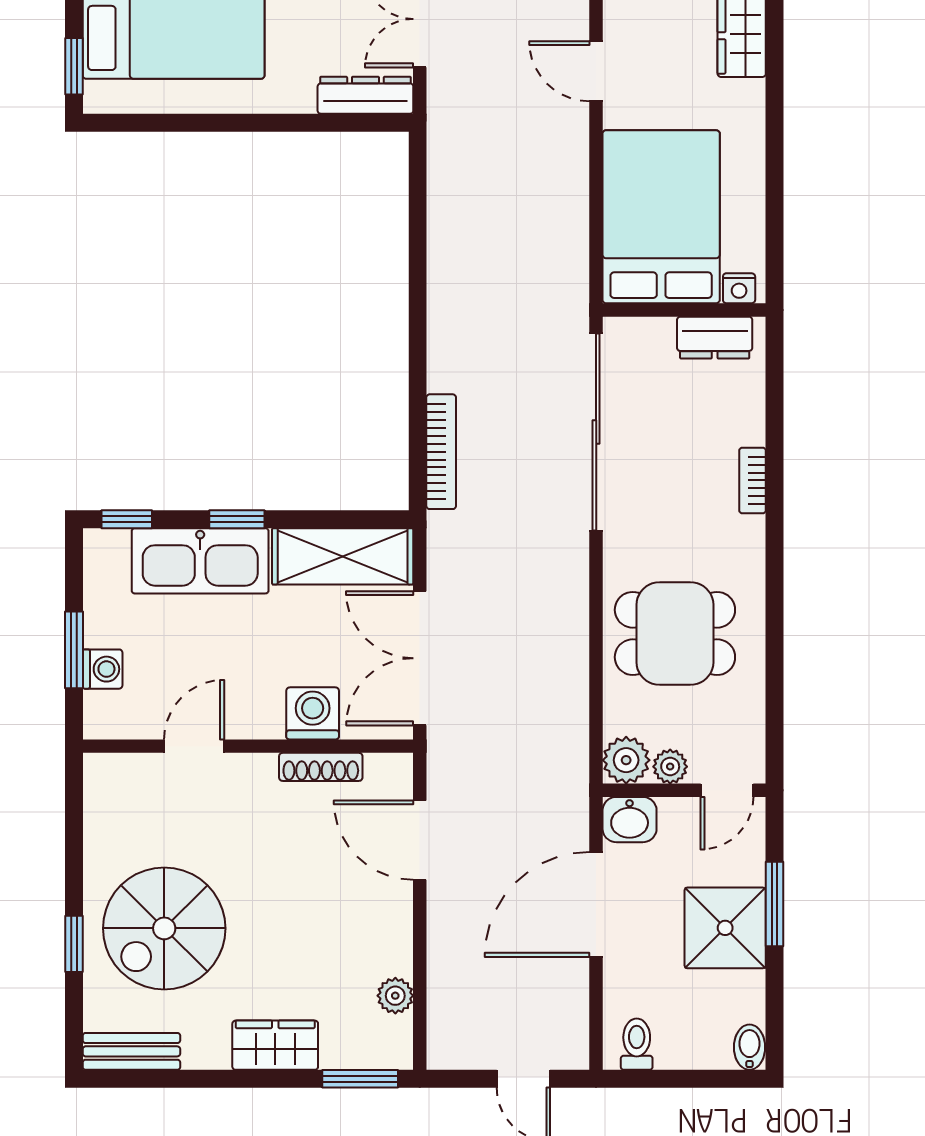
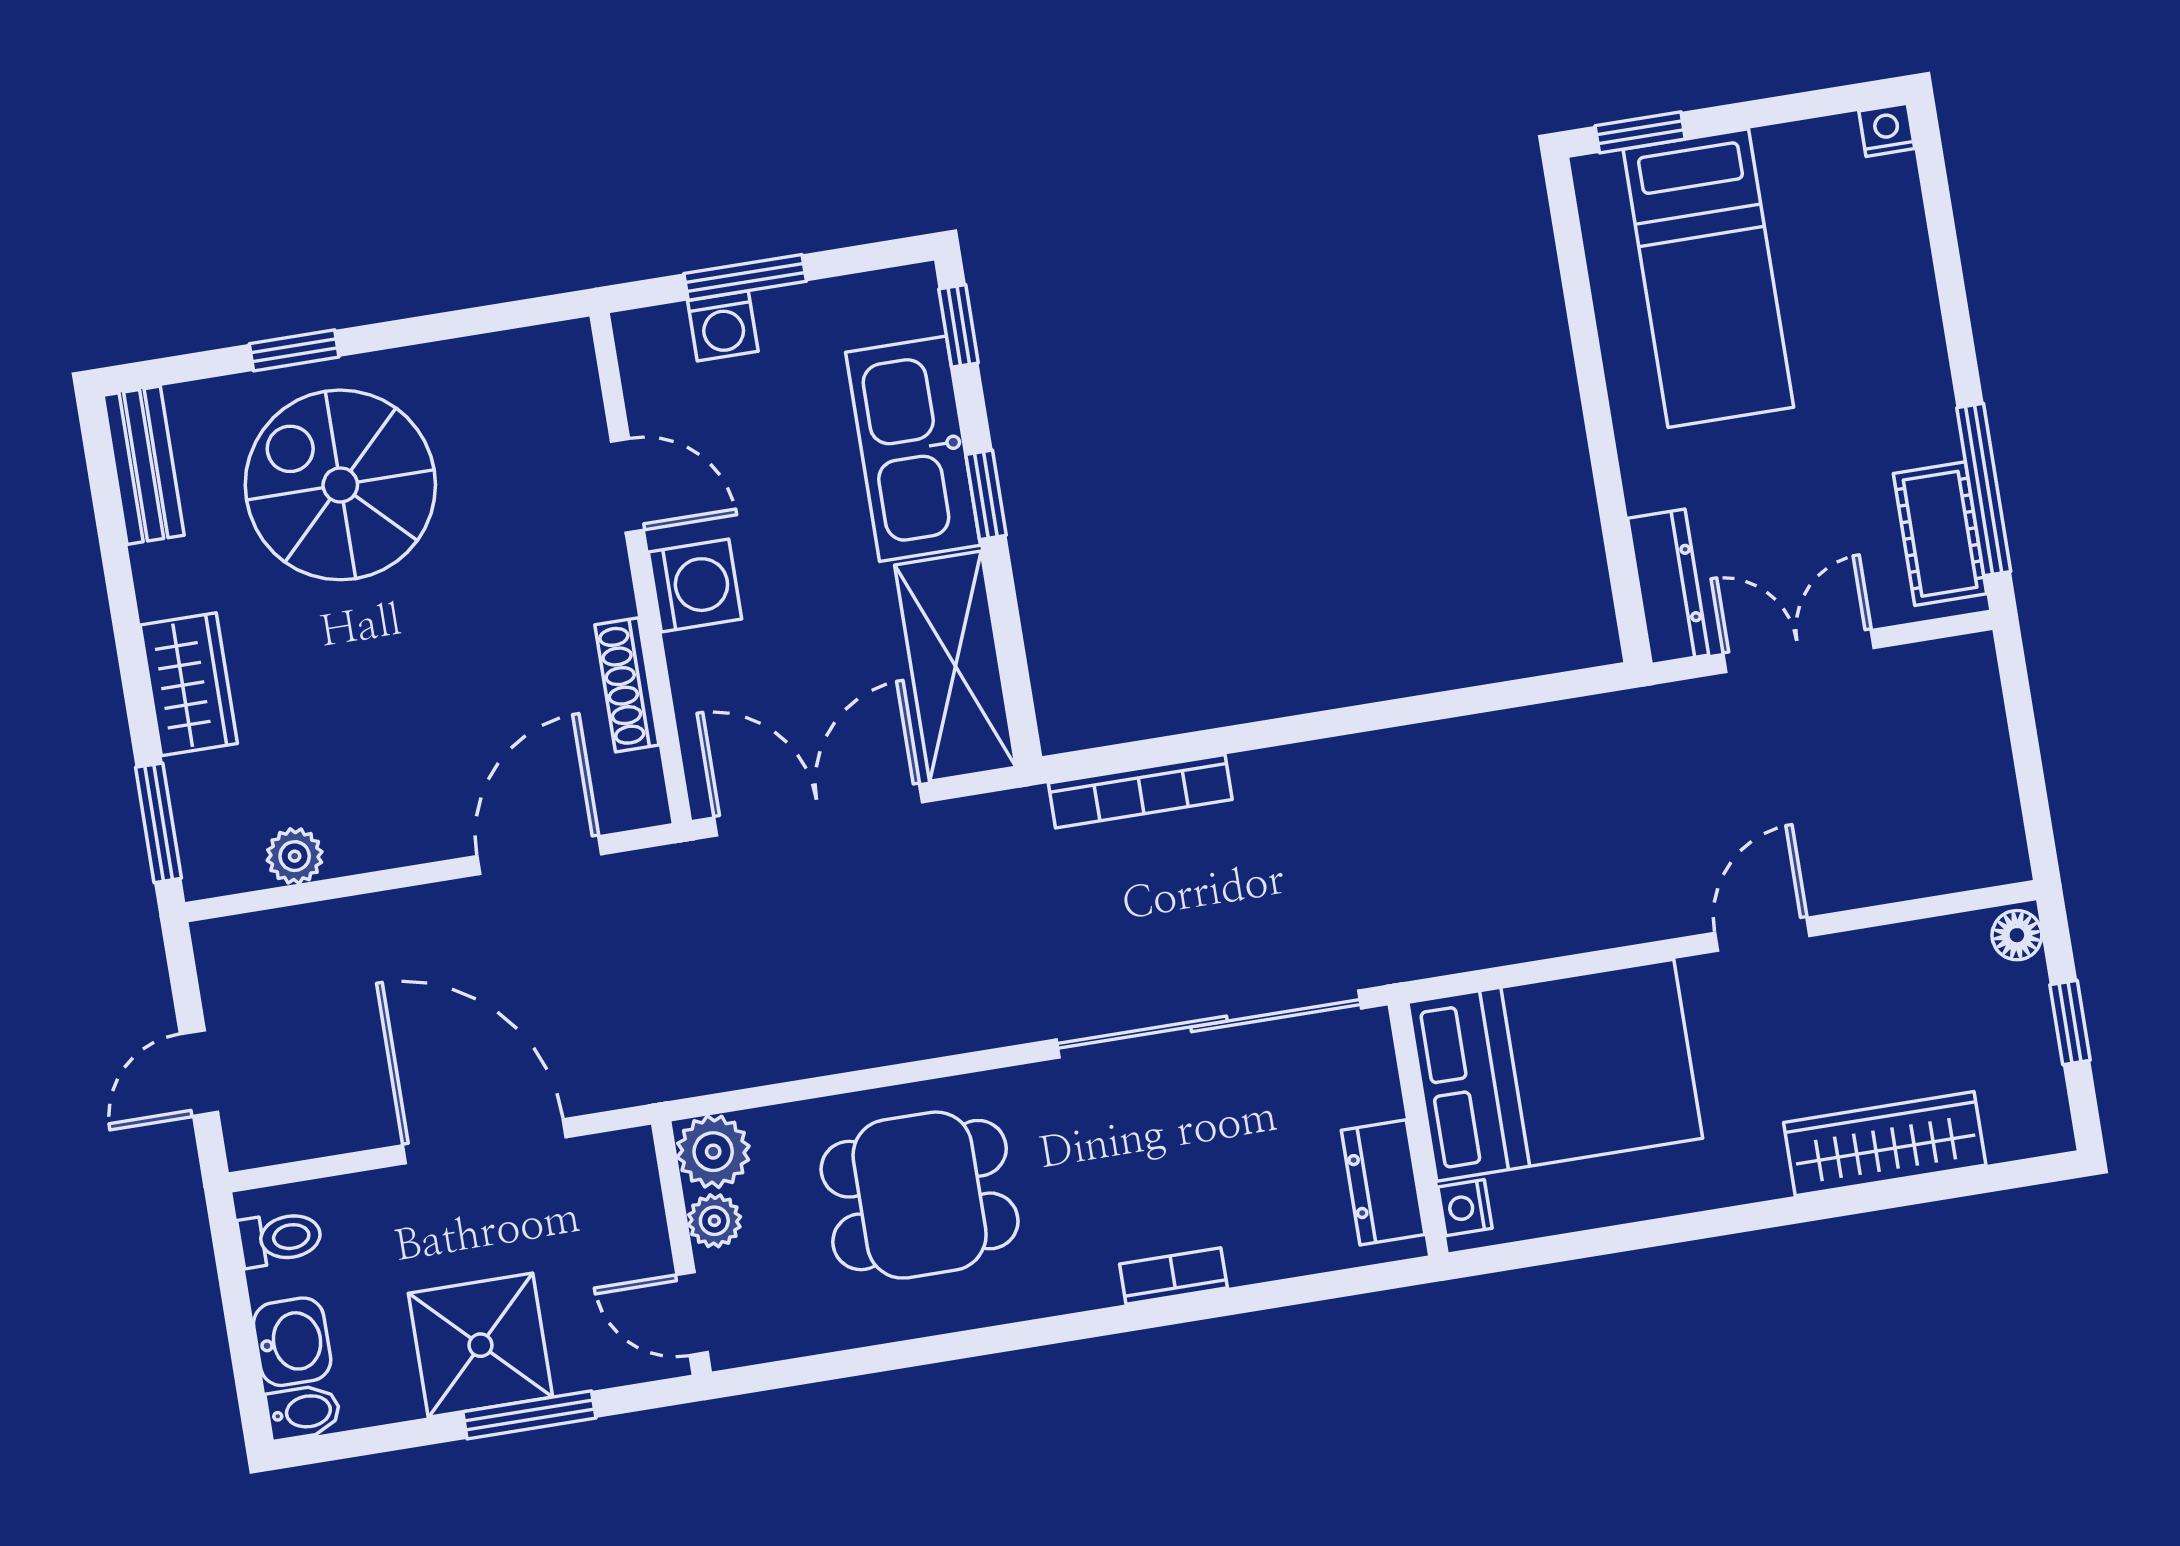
dining table: (675, 633) -> (920, 1195), turned 90
washing machine: (313, 713) -> (695, 586), moved
washbasin: (630, 820) -> (292, 1342), moved, turned 180

